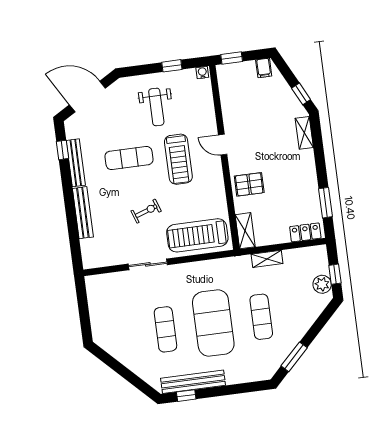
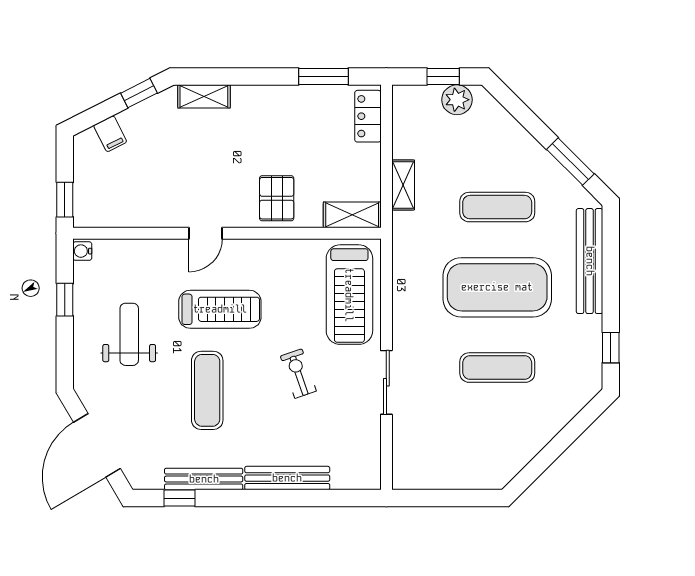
filing cabinet: (264, 68) -> (110, 134), moved, turned 63
weight bench: (156, 107) -> (129, 334), turned -90
bench: (193, 382) -> (590, 261), moved

